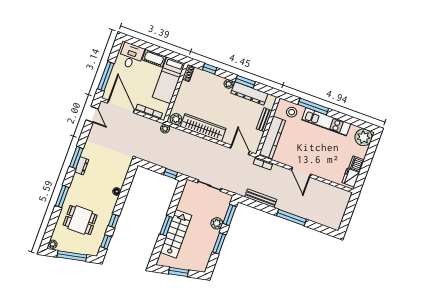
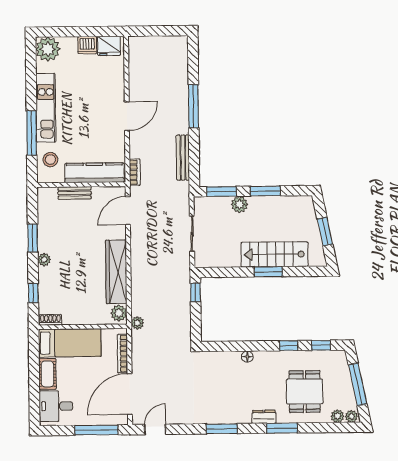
dresser: (249, 93) -> (46, 226), removed
dresser: (82, 166) -> (264, 417), moved
plant: (56, 235) -> (337, 416), added

